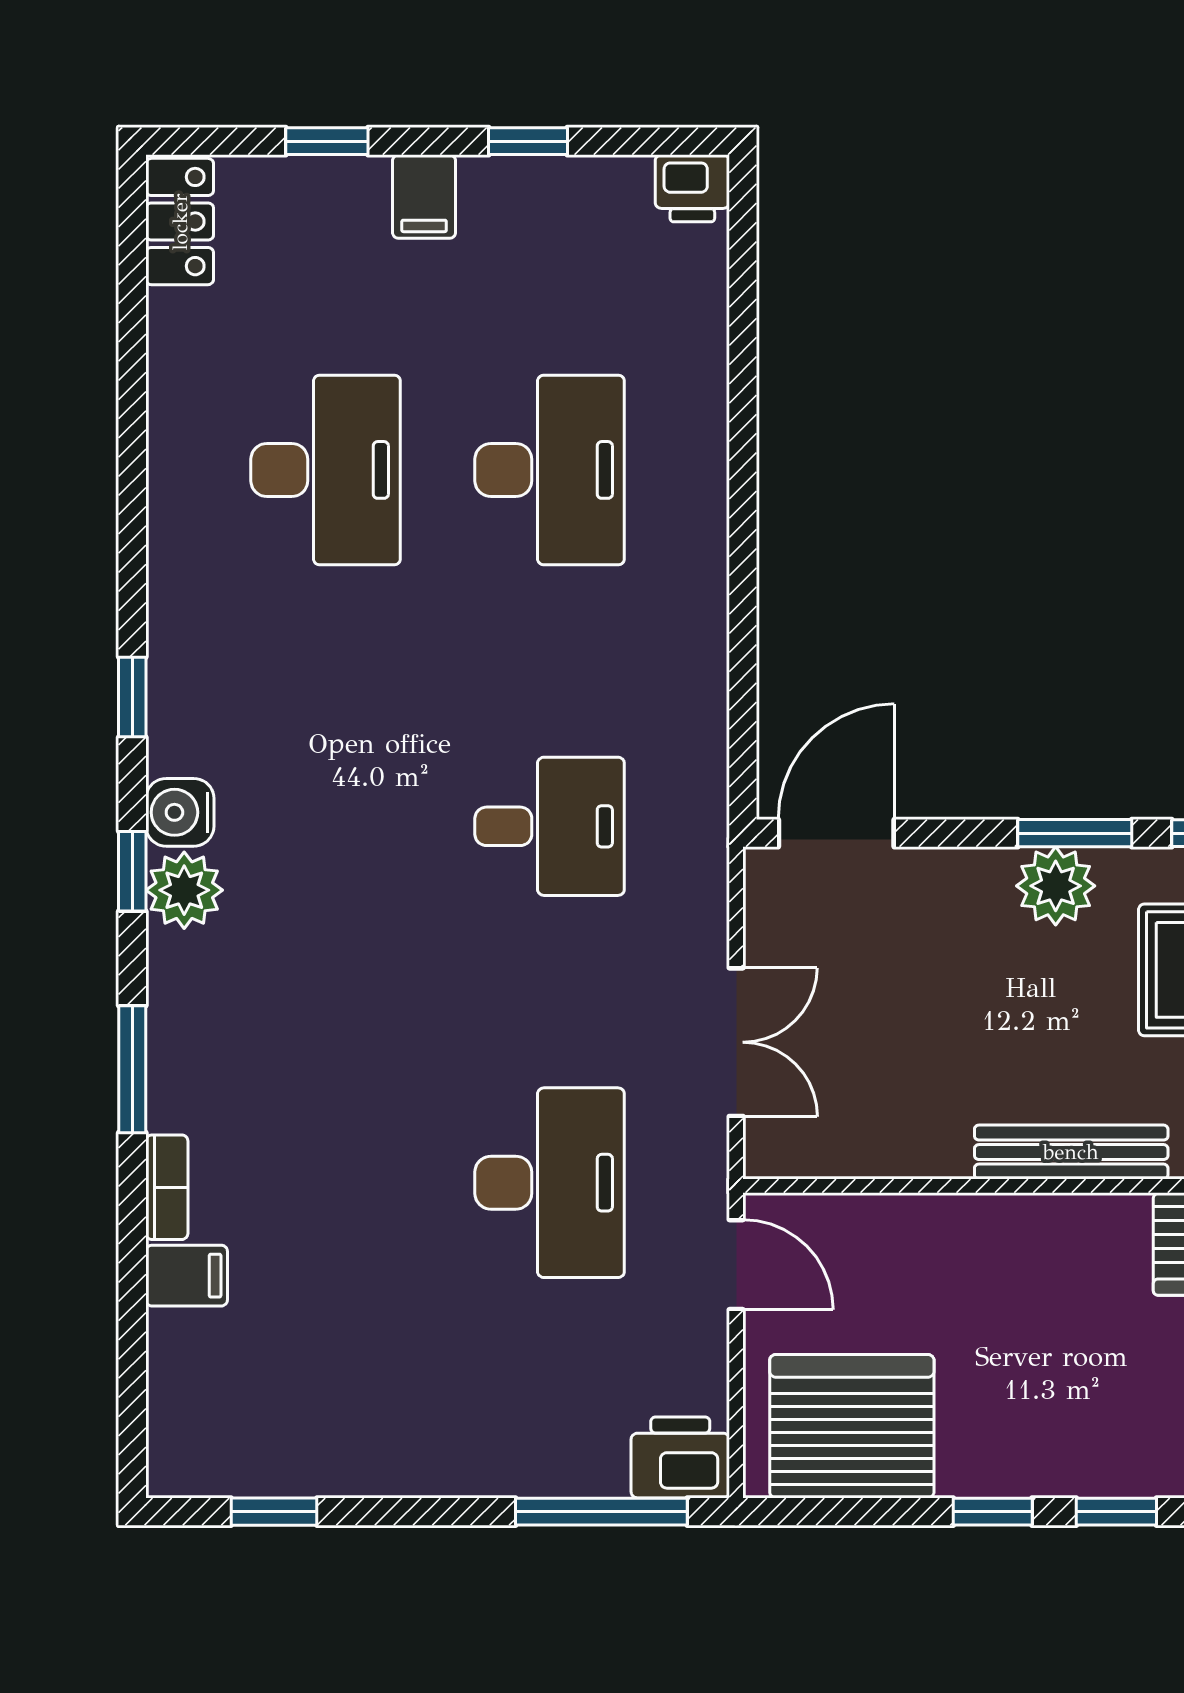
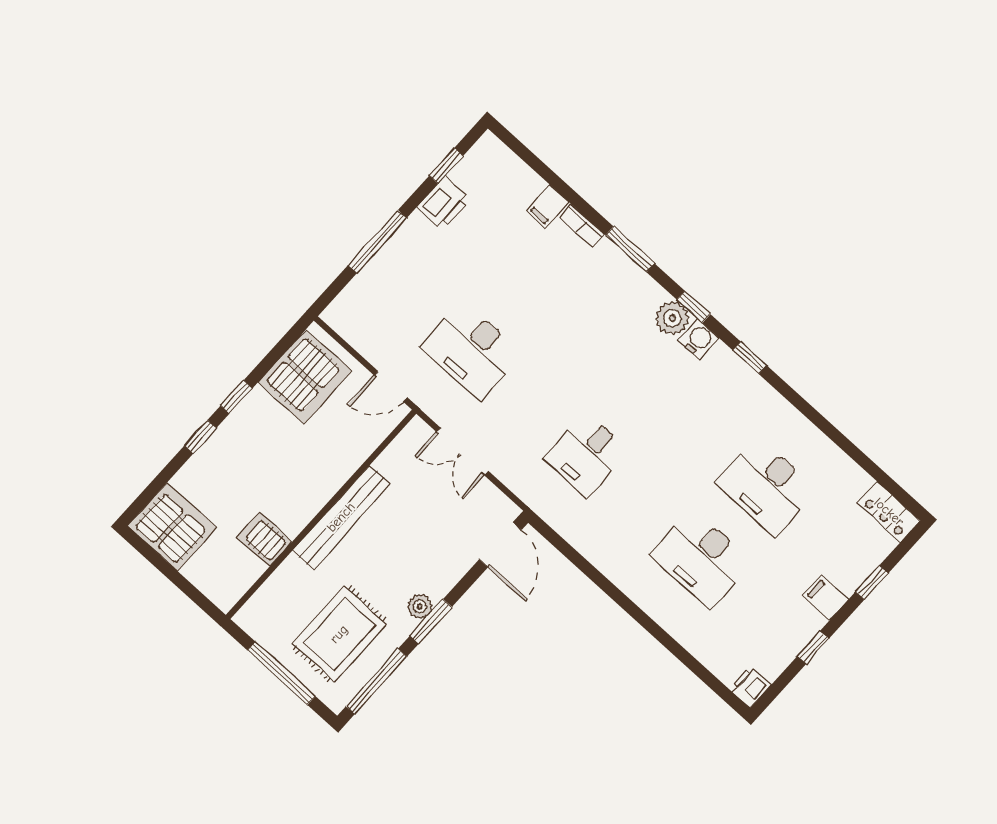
plant: (1056, 886) -> (420, 606), width x0.73, depth x0.73
bench: (1071, 1152) -> (341, 517), width x1.37, depth x1.21
printer: (680, 1457) -> (444, 203), moved
window: (601, 1512) -> (377, 242), moved

